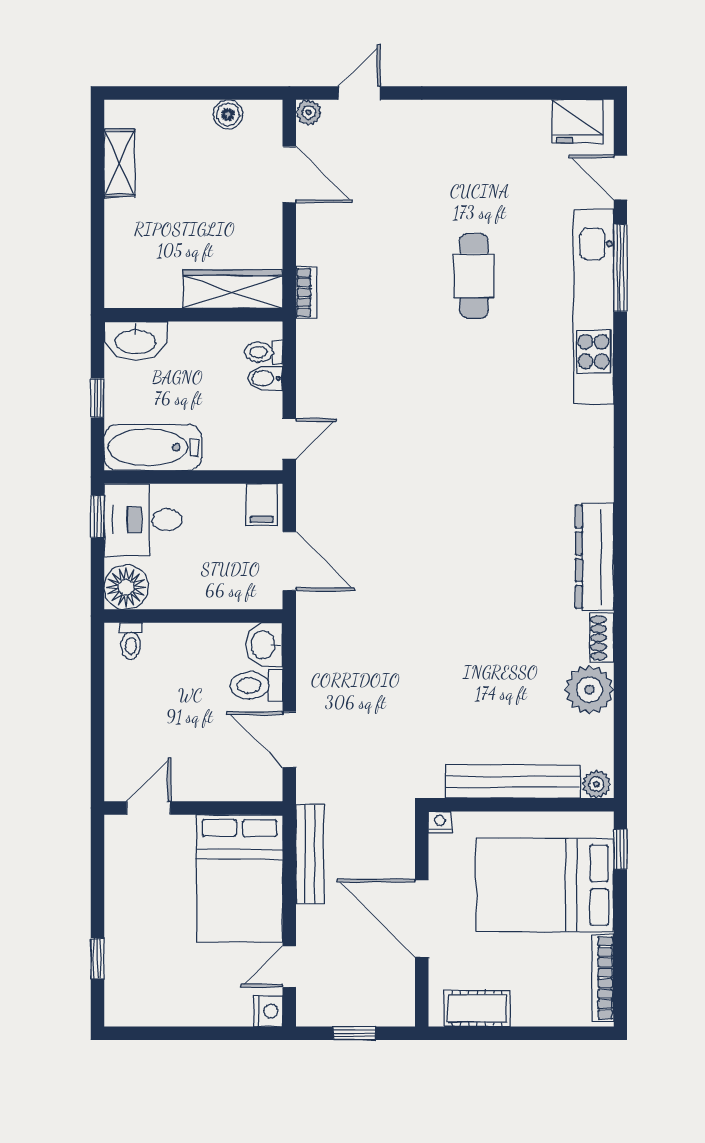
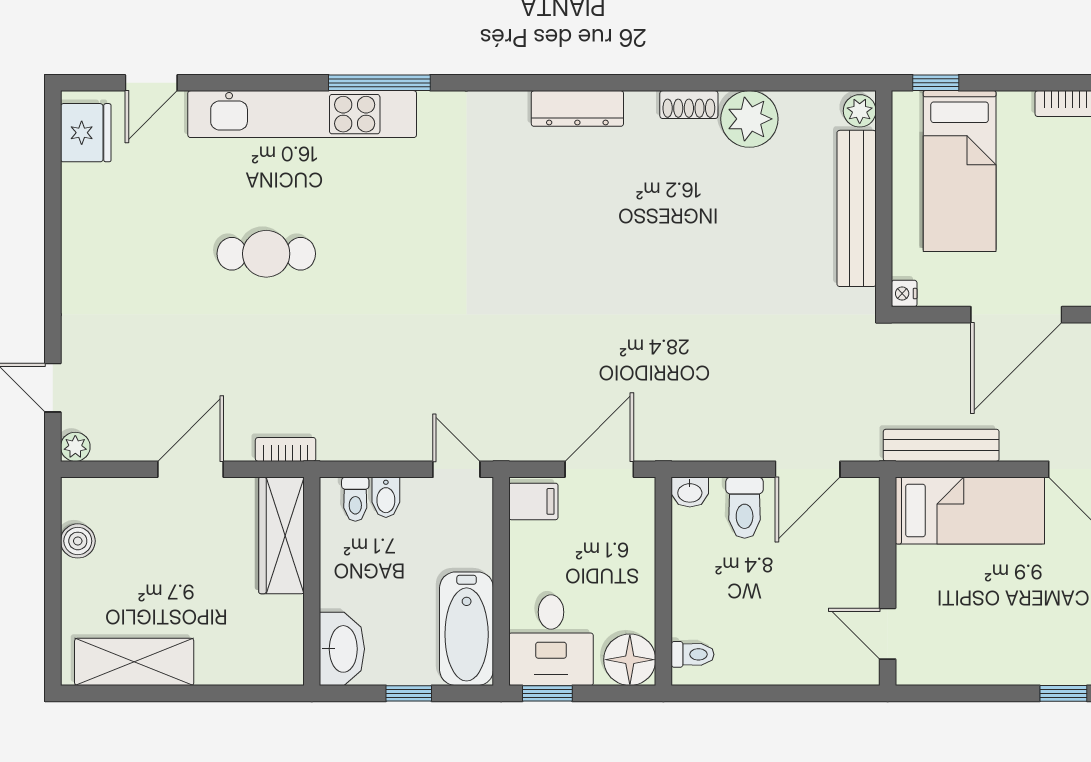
shelving: (119, 163) -> (134, 662), width x1.50, depth x1.33
door: (289, 174) -> (191, 469), moved
window: (620, 268) -> (379, 83), moved
dresser: (595, 557) -> (577, 108), width x0.73, depth x0.80
washbasin: (264, 645) -> (690, 492), width x0.72, depth x0.69
bed: (240, 879) -> (970, 510), width x0.67
bed: (545, 885) -> (960, 171), width x0.67

